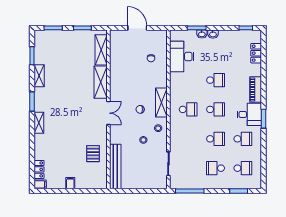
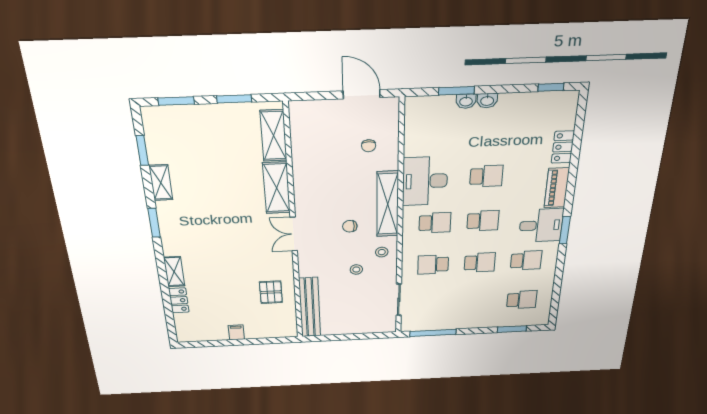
door: (137, 28) -> (362, 94), moved
locker: (256, 53) -> (563, 147), moved
desk: (182, 56) -> (425, 181), moved
shelving: (161, 102) -> (388, 204), width x1.47
double door: (108, 113) -> (294, 234), swing flipped
shelving: (39, 123) -> (174, 272), moved
school desk: (216, 168) -> (433, 265), moved
locker: (39, 169) -> (179, 300), moved
filing cabinet: (40, 184) -> (186, 336), removed

